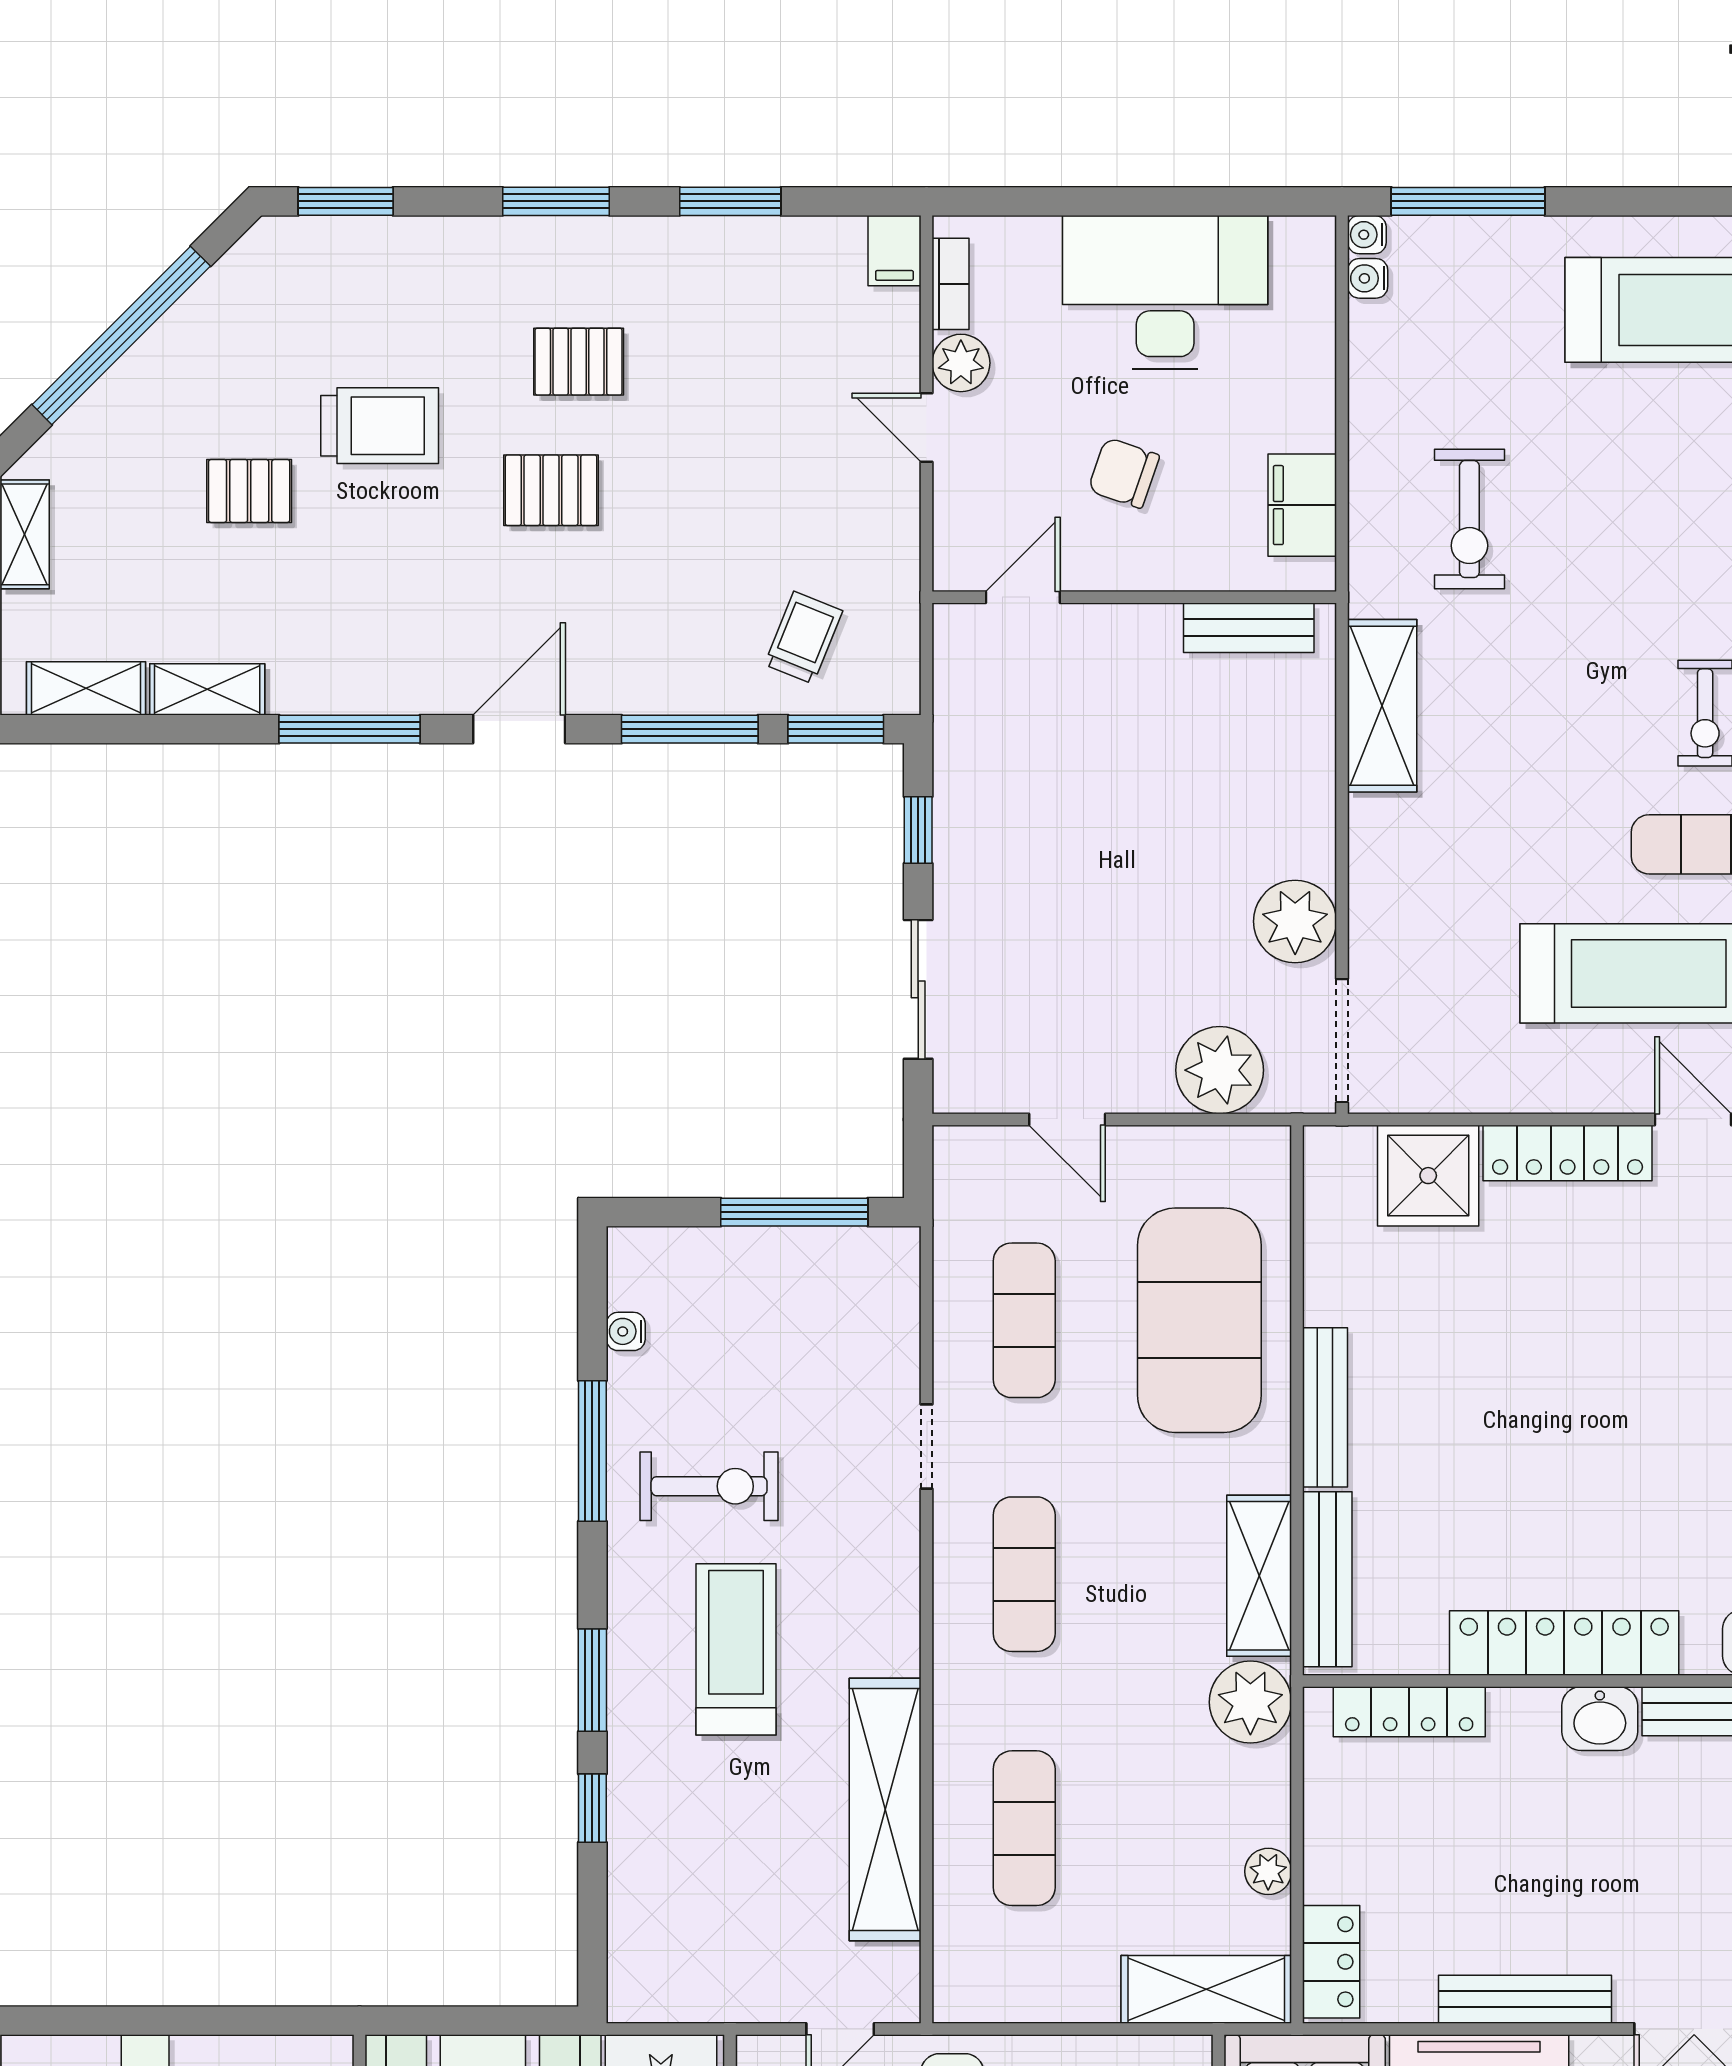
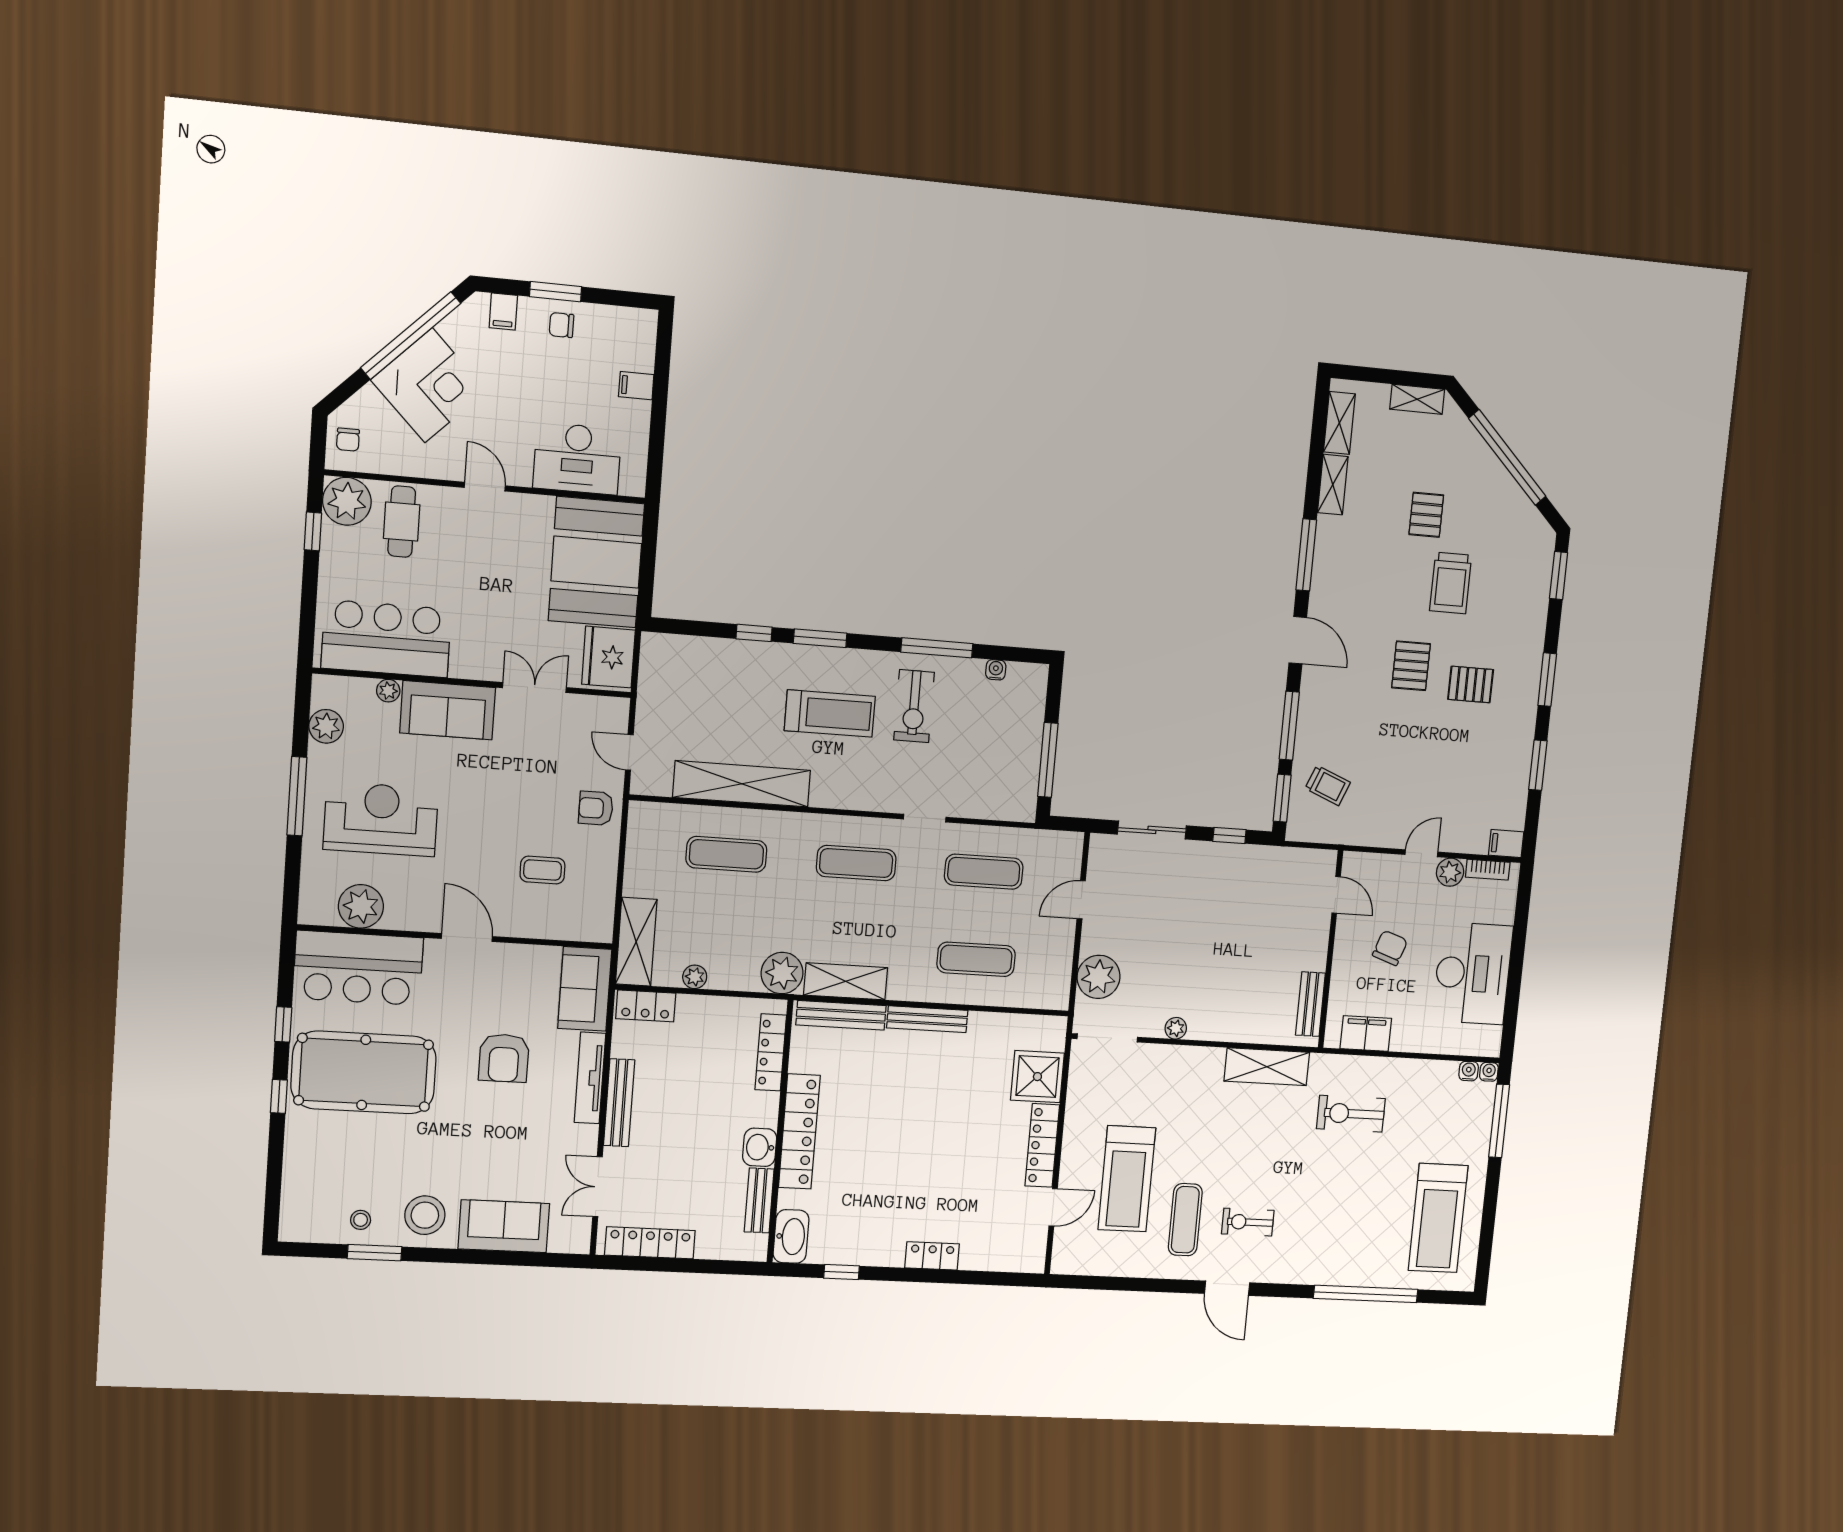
pallet: (579, 362) -> (1471, 684), turned 90
plant: (1295, 921) -> (1176, 1028), width x0.53, depth x0.53
exercise mat: (1199, 1320) -> (976, 959), width x0.50, depth x0.69

